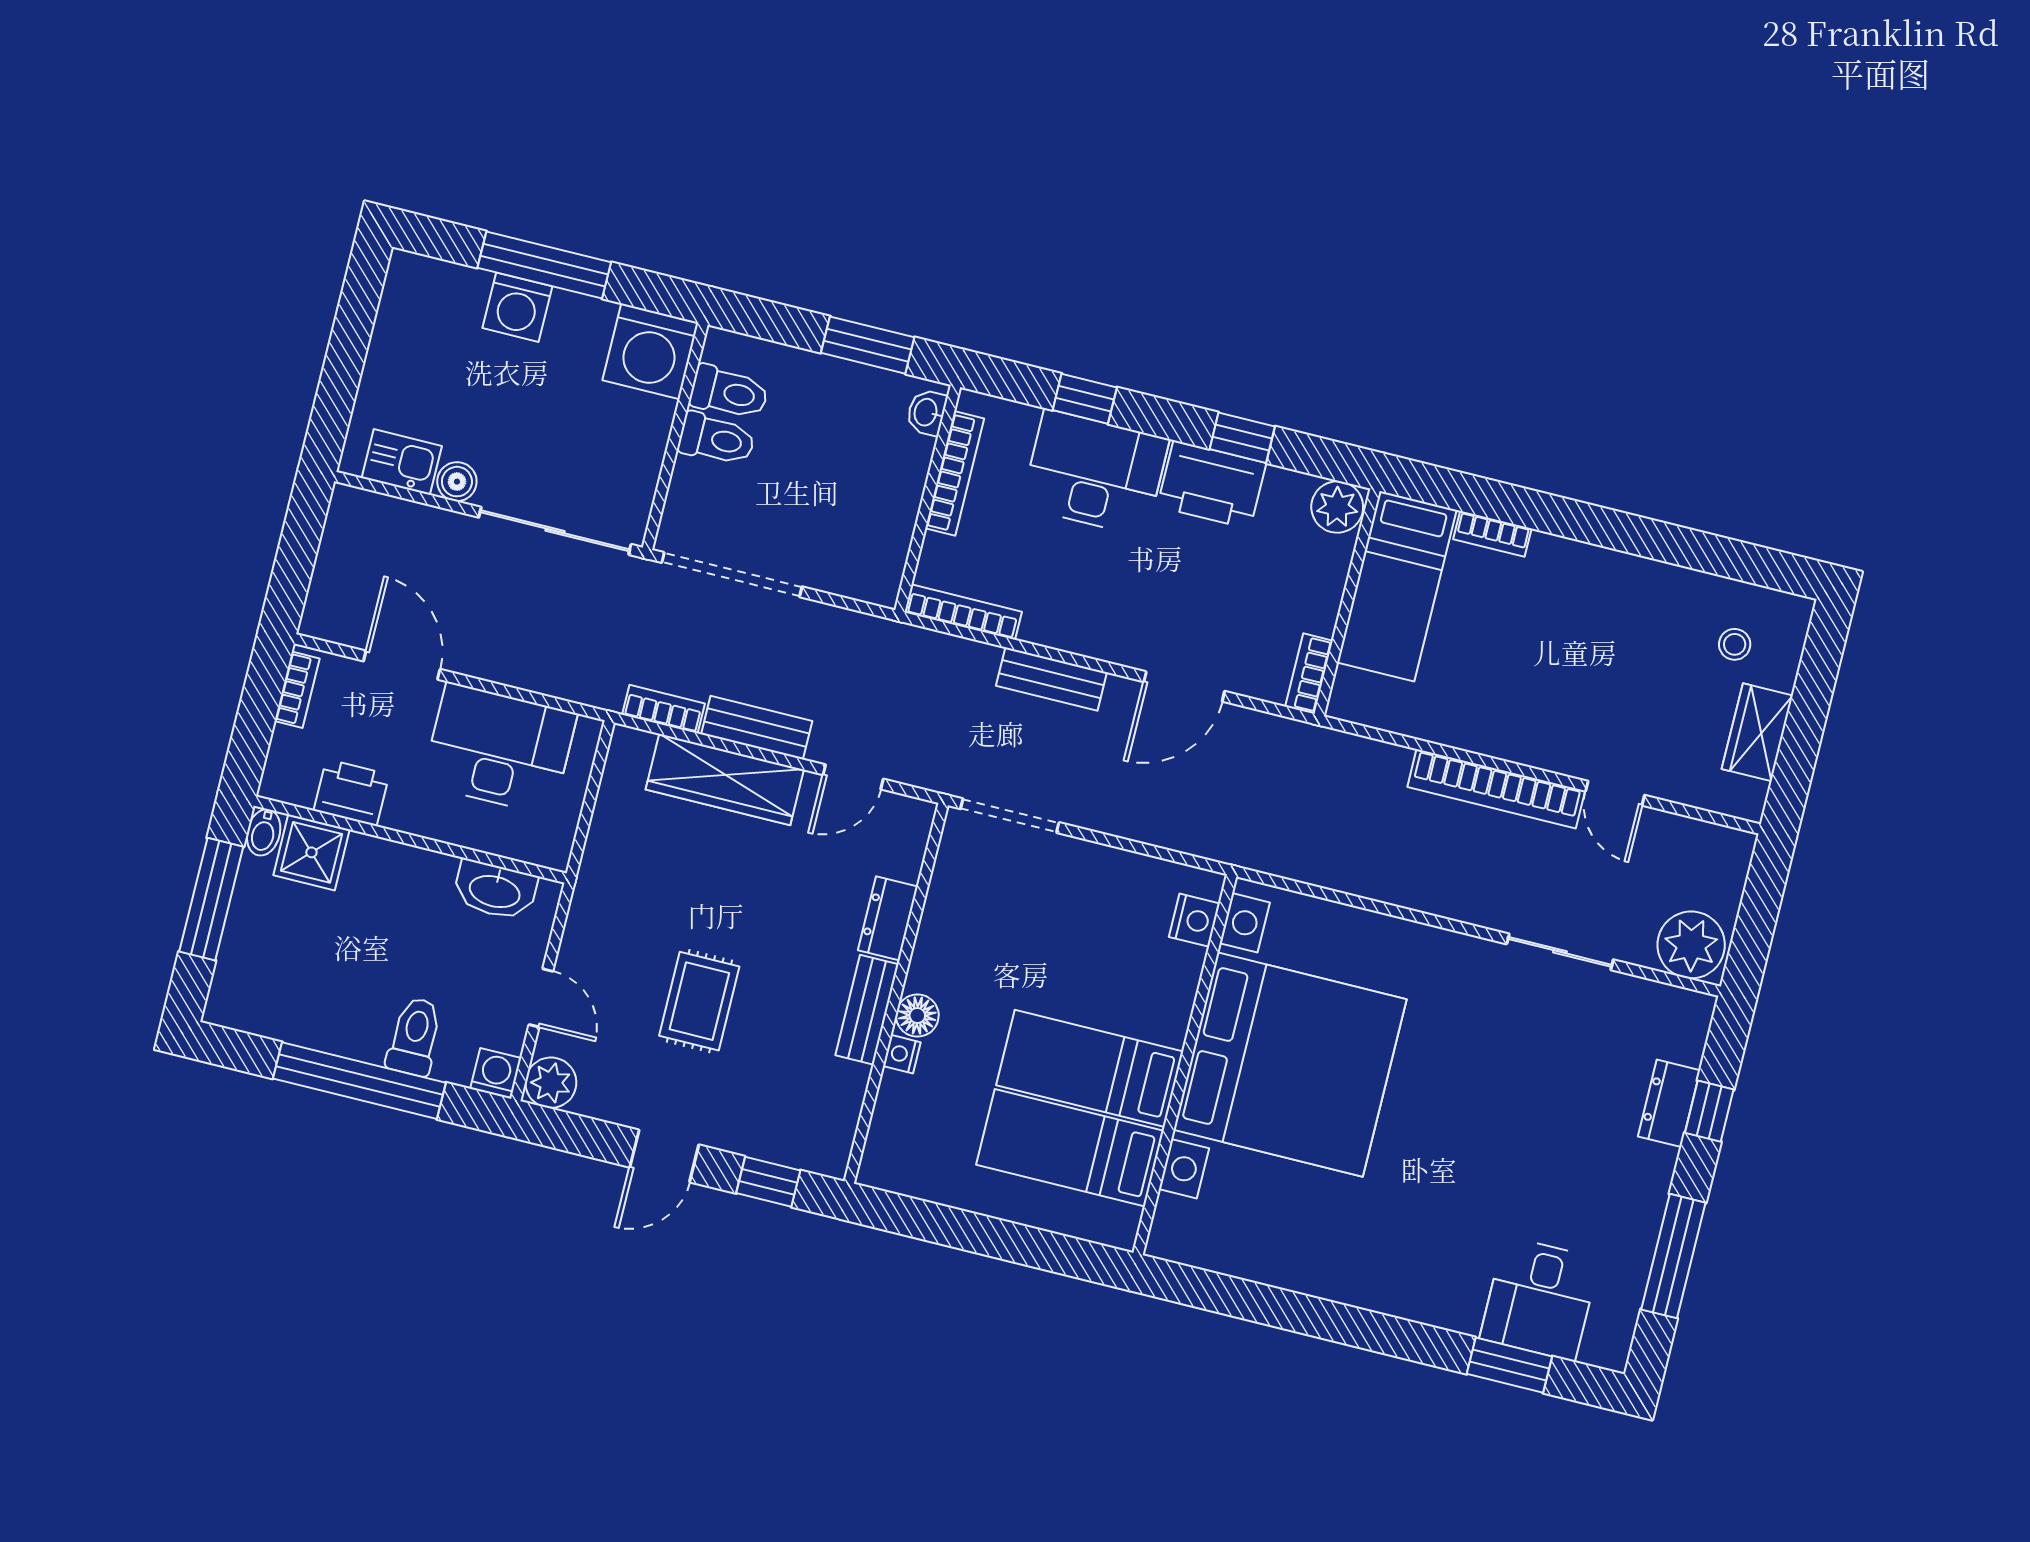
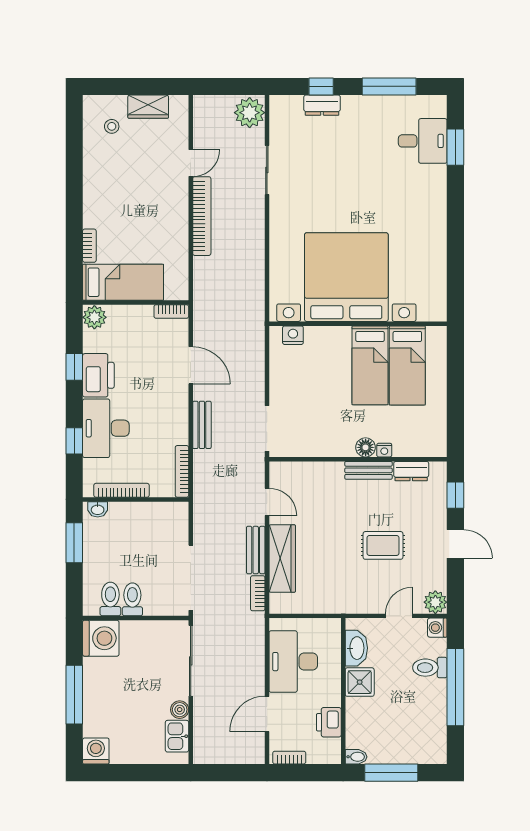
washing machine: (517, 307) -> (96, 751), moved, turned -90
shower: (311, 852) -> (360, 682), moved
dresser: (888, 918) -> (411, 471), moved

